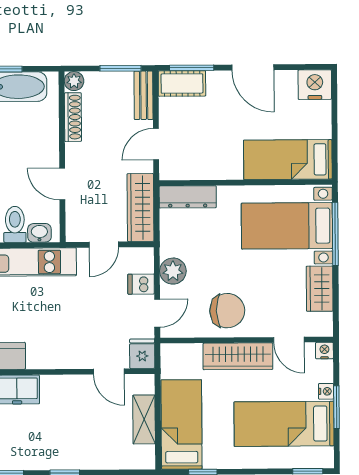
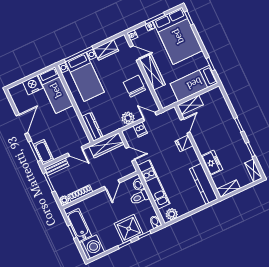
nightstand: (315, 85) -> (33, 85), moved, turned 90
door: (289, 340) -> (135, 53), hinge flipped
fridge: (142, 354) -> (184, 143), moved
shelving: (144, 419) -> (190, 105), moved
bed: (284, 424) -> (178, 36), width x1.50

